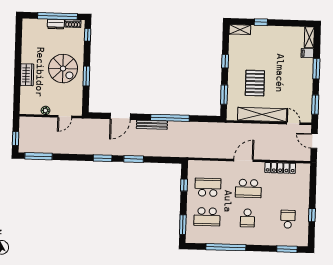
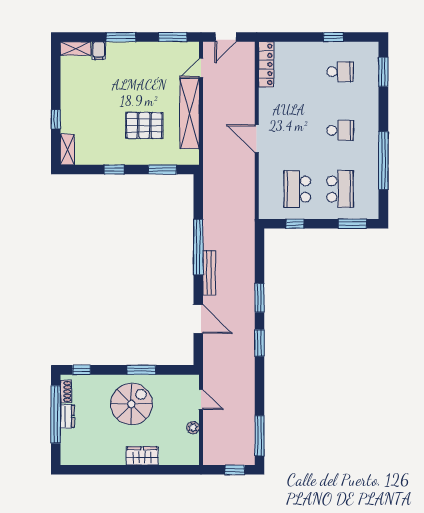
locker: (280, 168) -> (266, 64), moved
school desk: (248, 188) -> (297, 130), removed
school desk: (288, 219) -> (340, 72), turned 180

